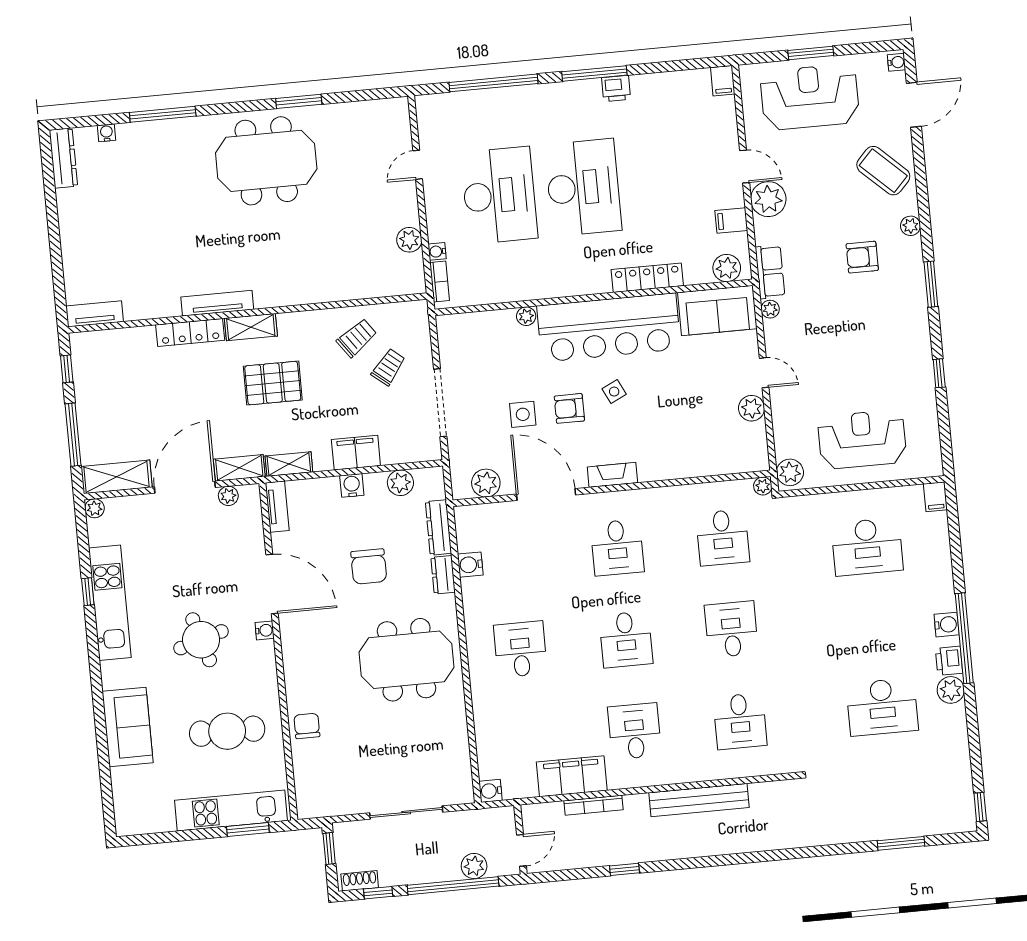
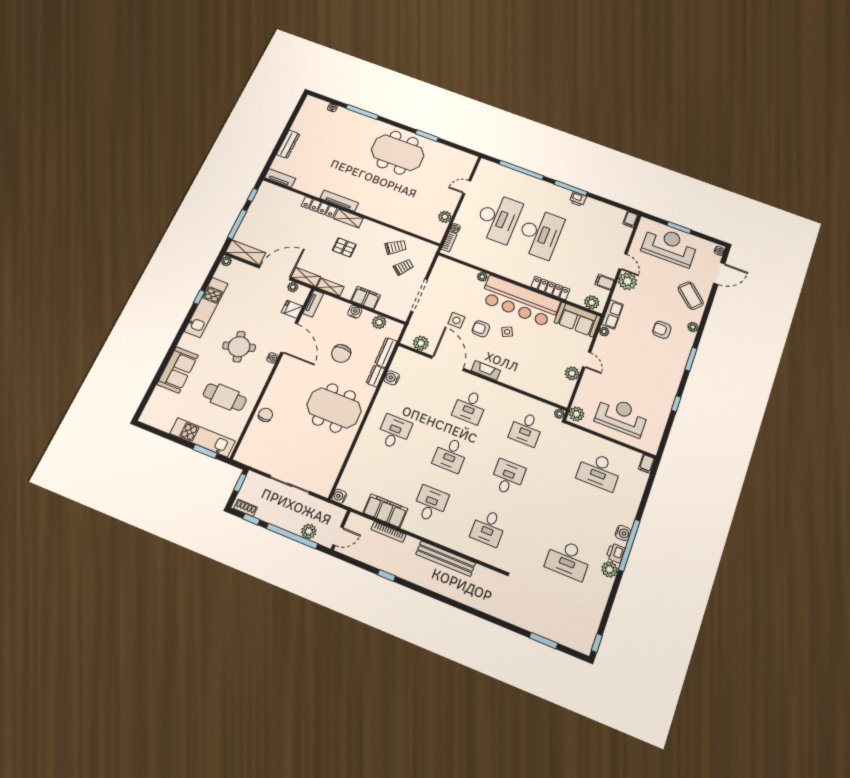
dresser: (63, 158) -> (288, 144), moved
pallet: (273, 383) -> (344, 247), width x0.67, depth x0.71
fridge: (249, 534) -> (292, 309), added

